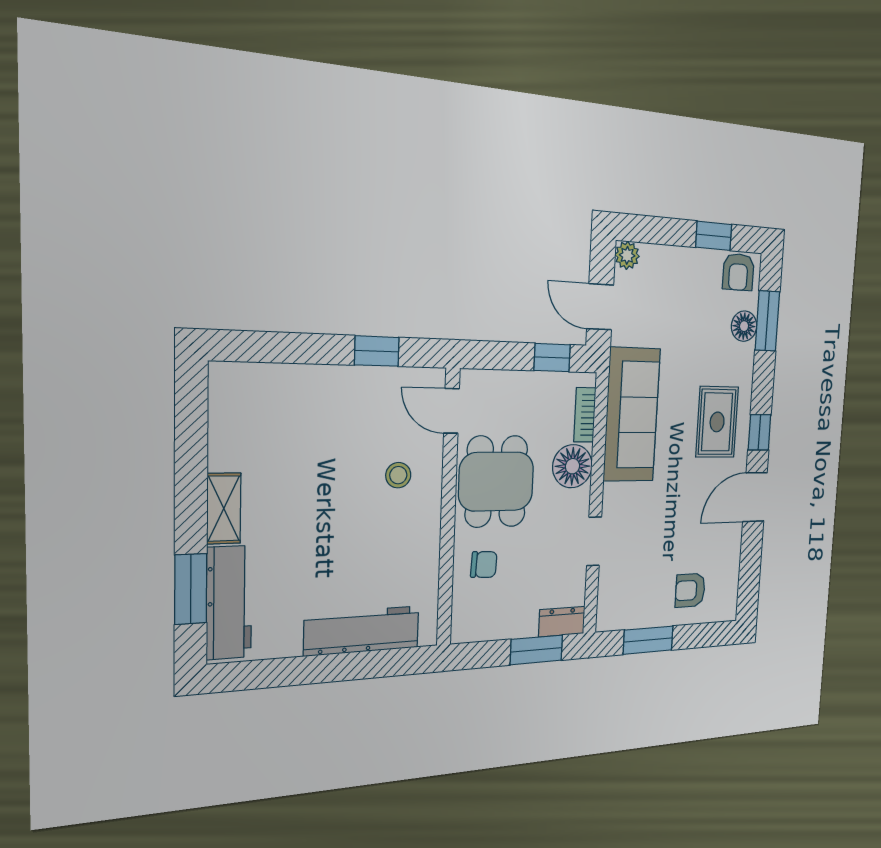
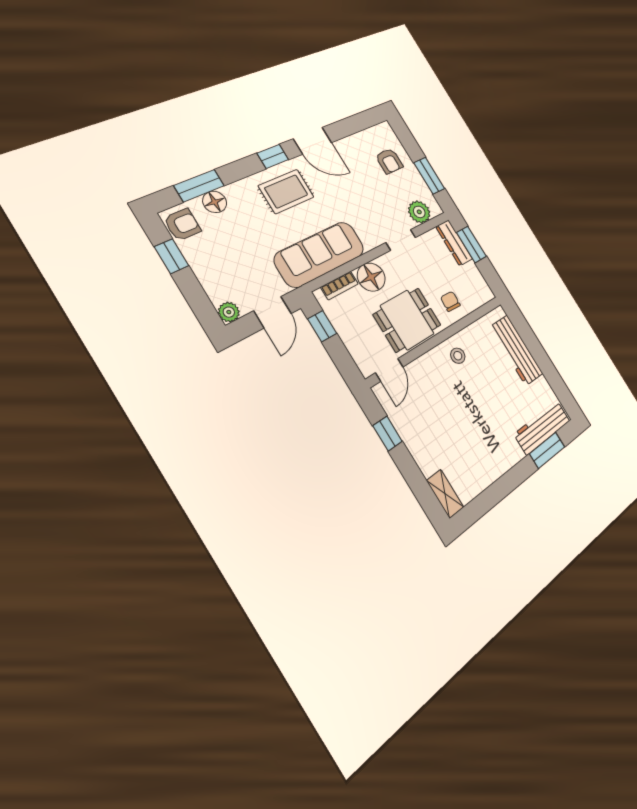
stool: (398, 475) -> (458, 356), moved
shelving: (224, 508) -> (445, 494), moved, turned 90
plant: (613, 593) -> (419, 212), added
dresser: (562, 622) -> (454, 243), width x1.44

